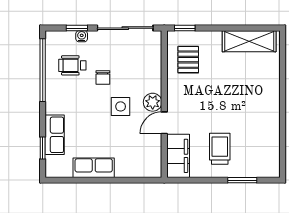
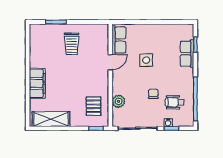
wheelchair: (72, 65) -> (175, 102), turned 180
plant: (153, 102) -> (119, 101), moved
side table: (121, 106) -> (146, 60), moved
filing cabinet: (178, 156) -> (37, 83), moved, turned 180
row of seats: (94, 168) -> (119, 40), moved, turned -90

